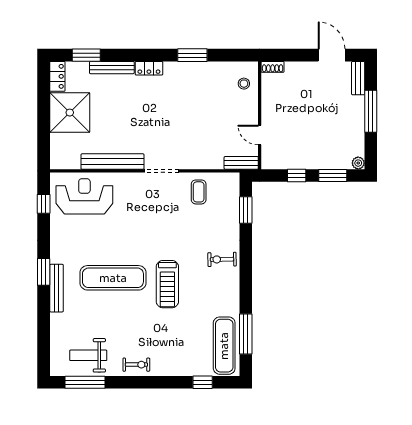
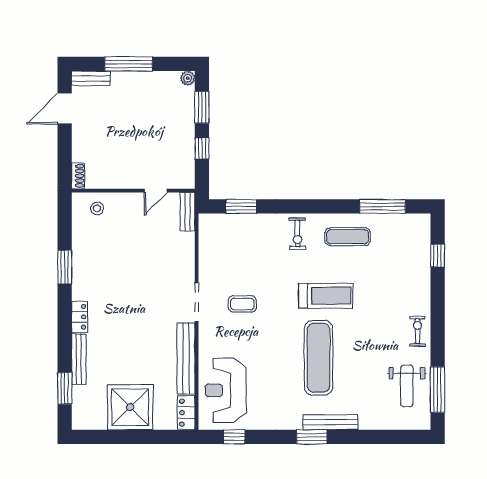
locker: (57, 76) -> (186, 413), moved, turned -90
coffee table: (199, 192) -> (242, 304), moved
exercise mat: (224, 346) -> (348, 237), moved, width x0.73, depth x0.69

